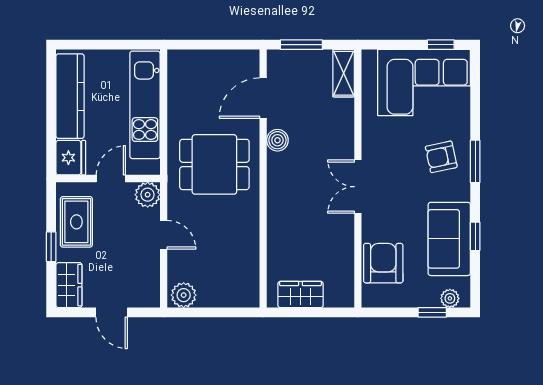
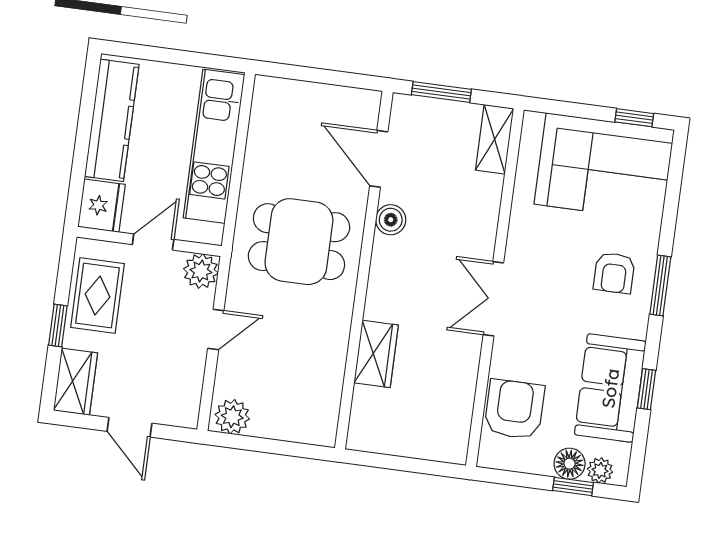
door: (263, 98) -> (379, 159), hinge flipped
armchair: (441, 157) -> (614, 273), turned -78
door: (164, 235) -> (216, 329), hinge flipped
wardrobe: (300, 294) -> (376, 354), moved, turned 90
floor lamp: (428, 297) -> (570, 464), added

